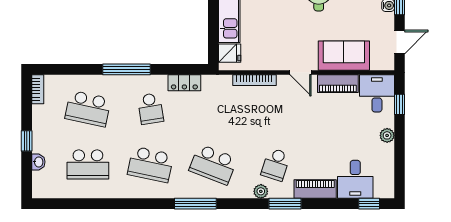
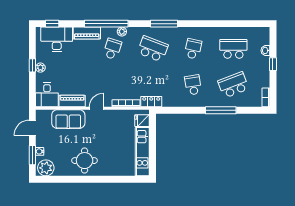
window: (127, 69) -> (221, 110), moved
door: (301, 73) -> (96, 108), hinge flipped
locker: (184, 83) -> (151, 102), moved
window: (399, 104) -> (32, 65), moved
school desk: (88, 109) -> (233, 85), turned -33
school desk: (150, 164) -> (193, 49), width x0.54
desk: (355, 179) -> (57, 39), width x1.37
window: (285, 204) -> (106, 24), width x2.11

